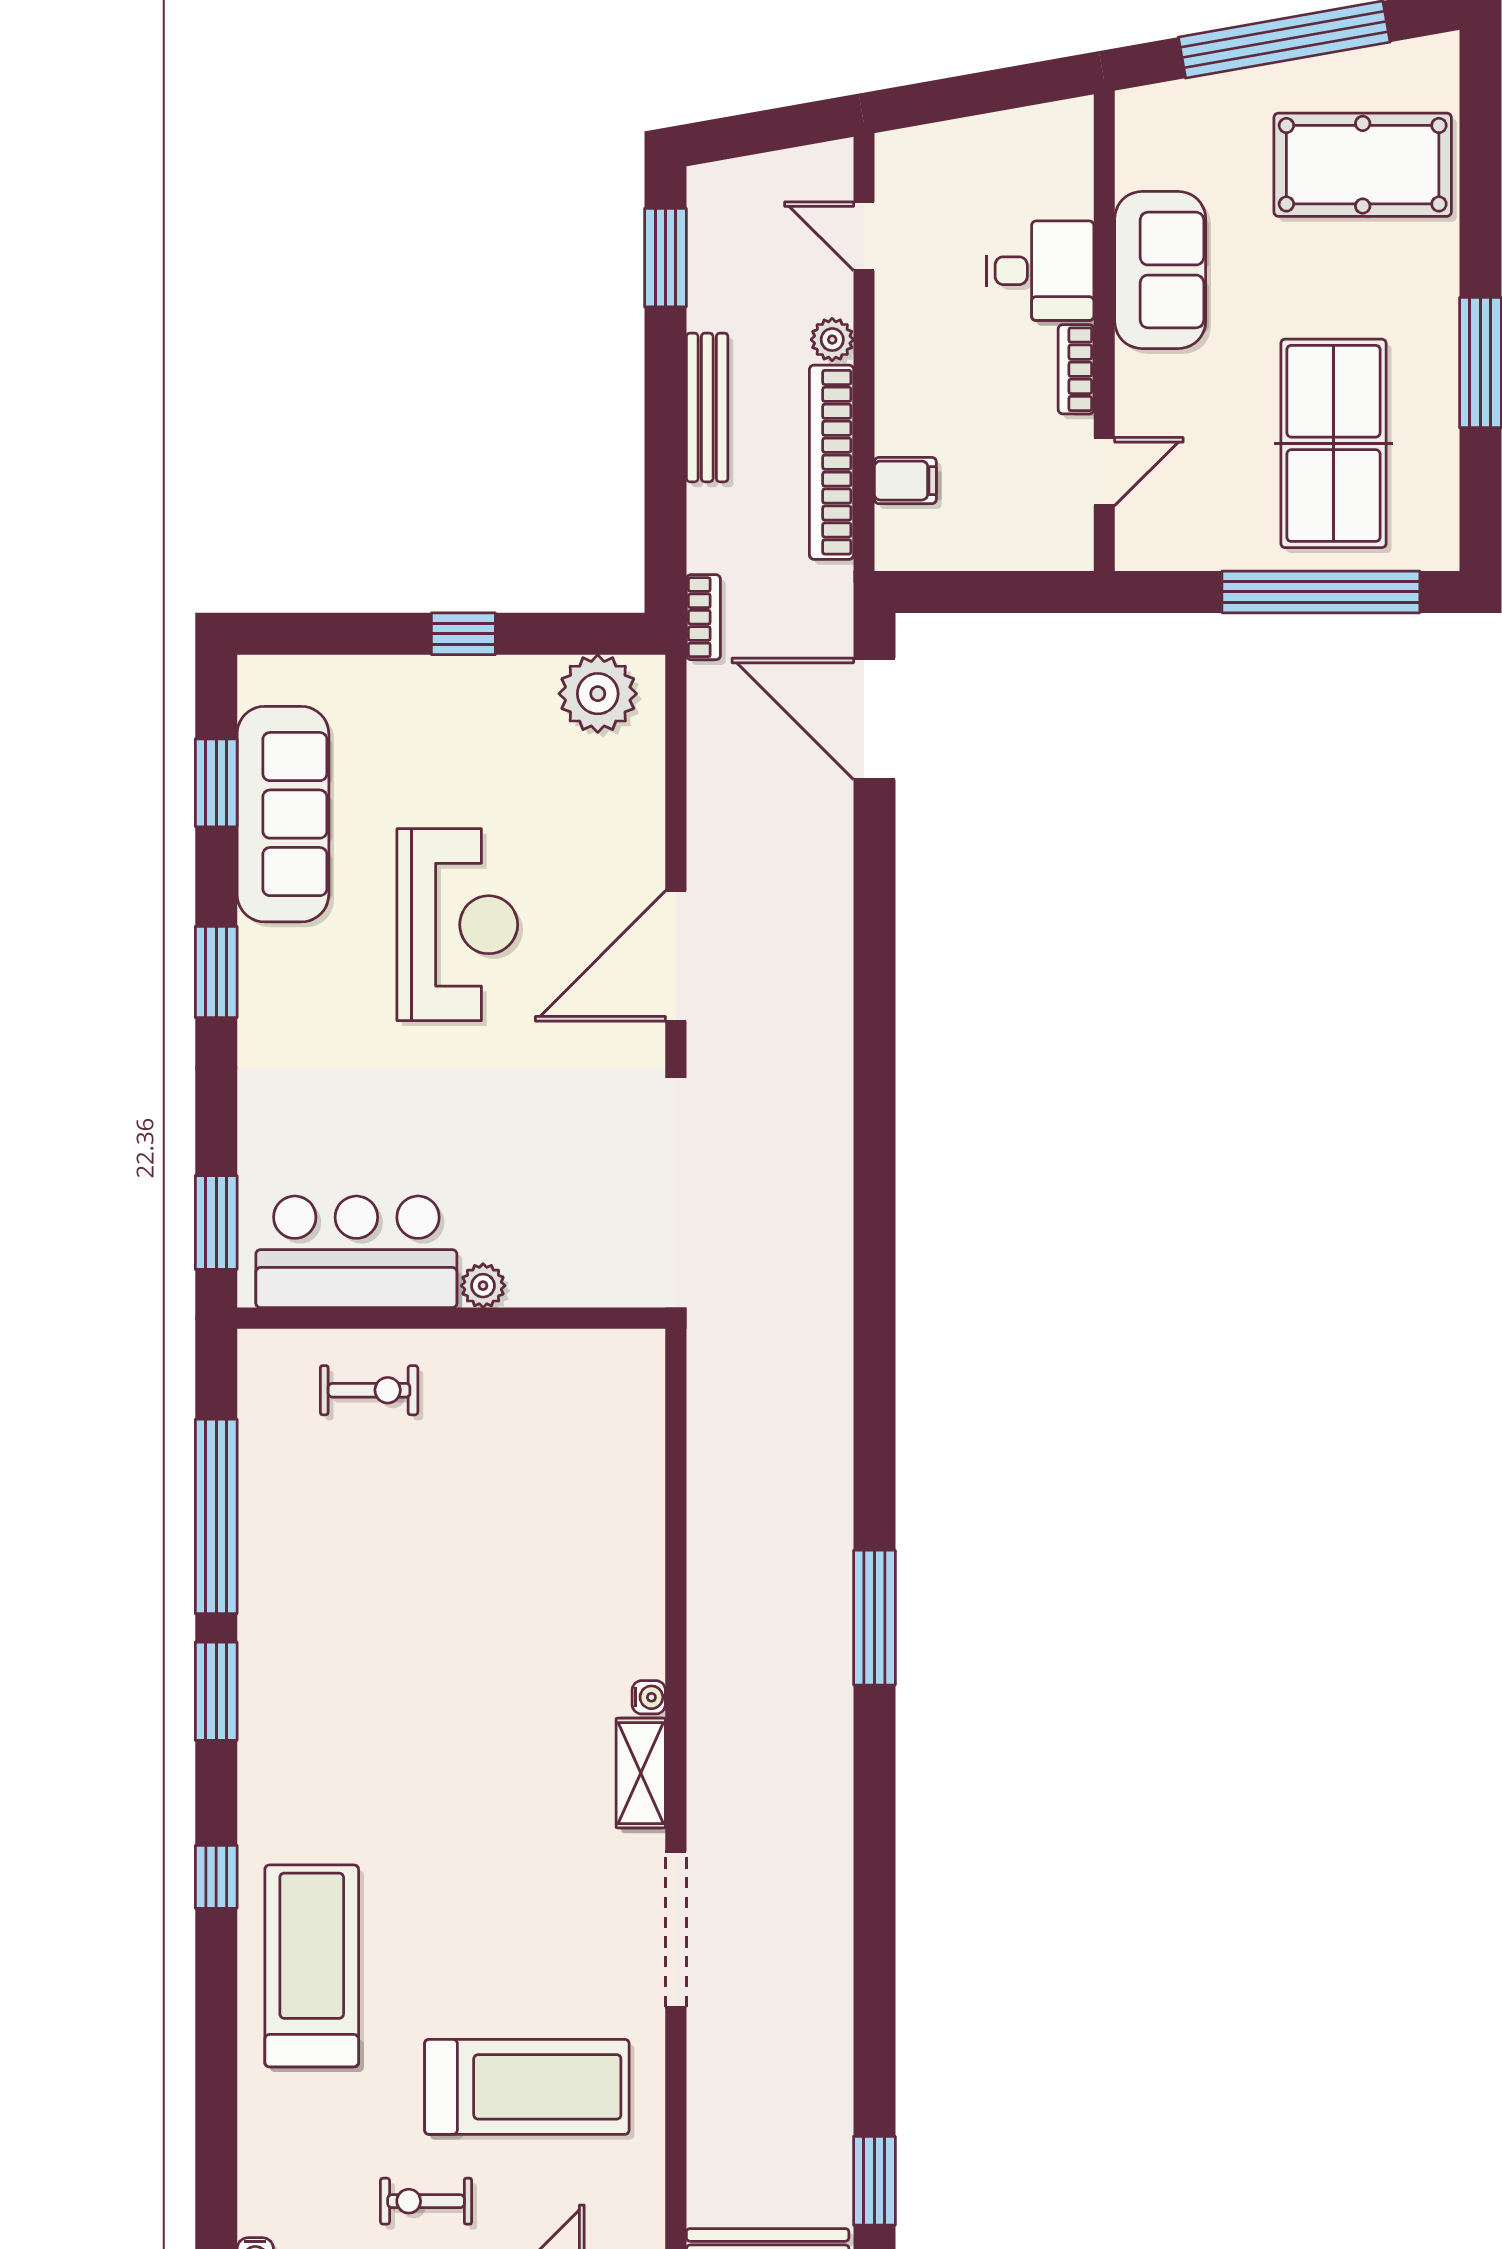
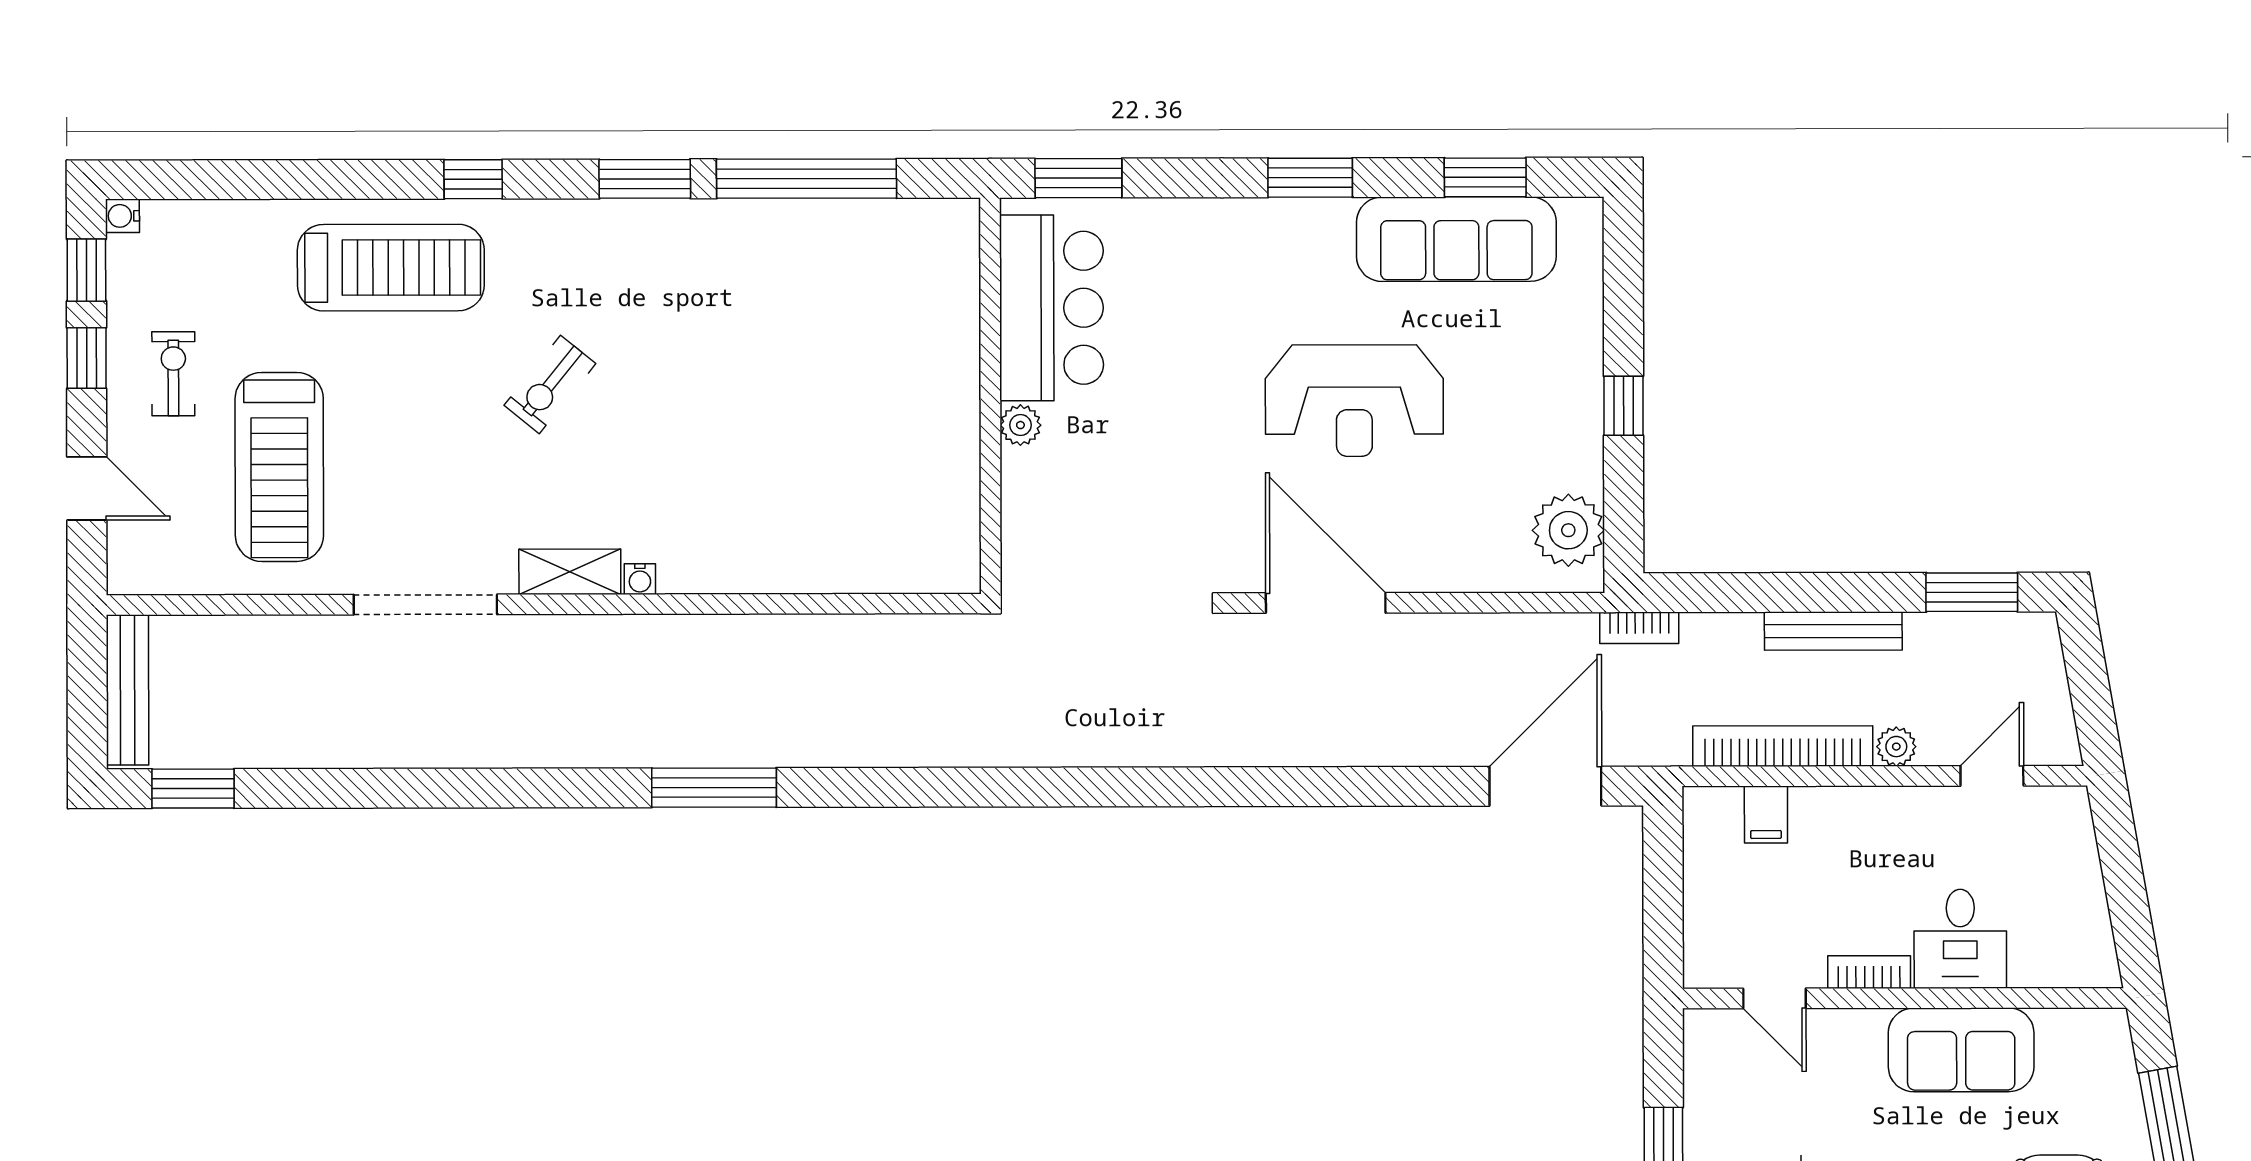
exercise bike: (369, 1390) -> (550, 384), moved, turned 39

